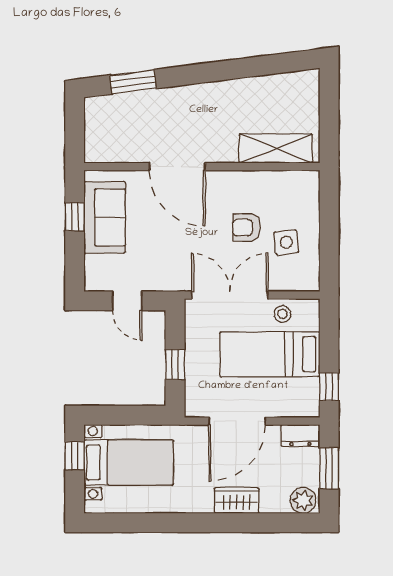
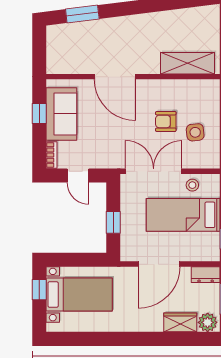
bookcase: (91, 273) -> (52, 155), added
wardrobe: (237, 500) -> (180, 322), moved

